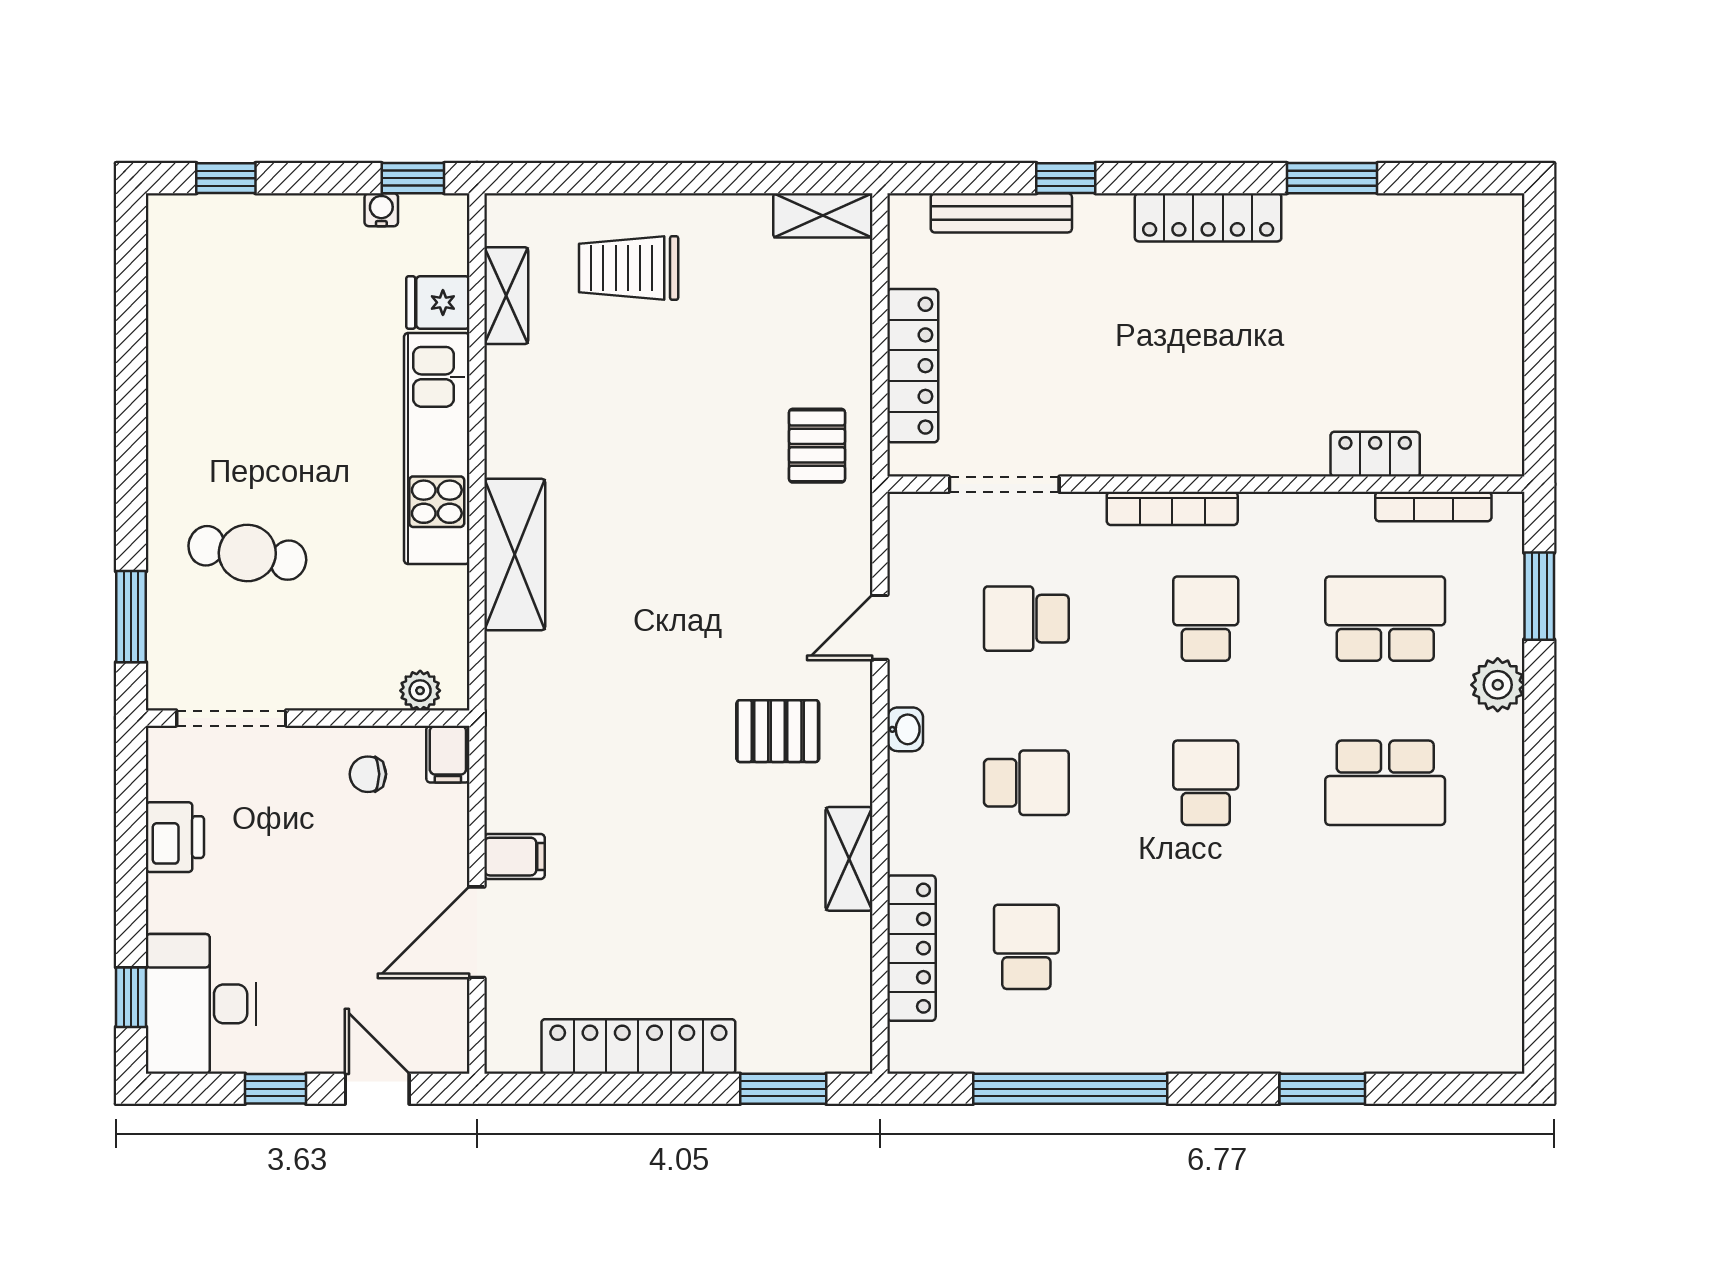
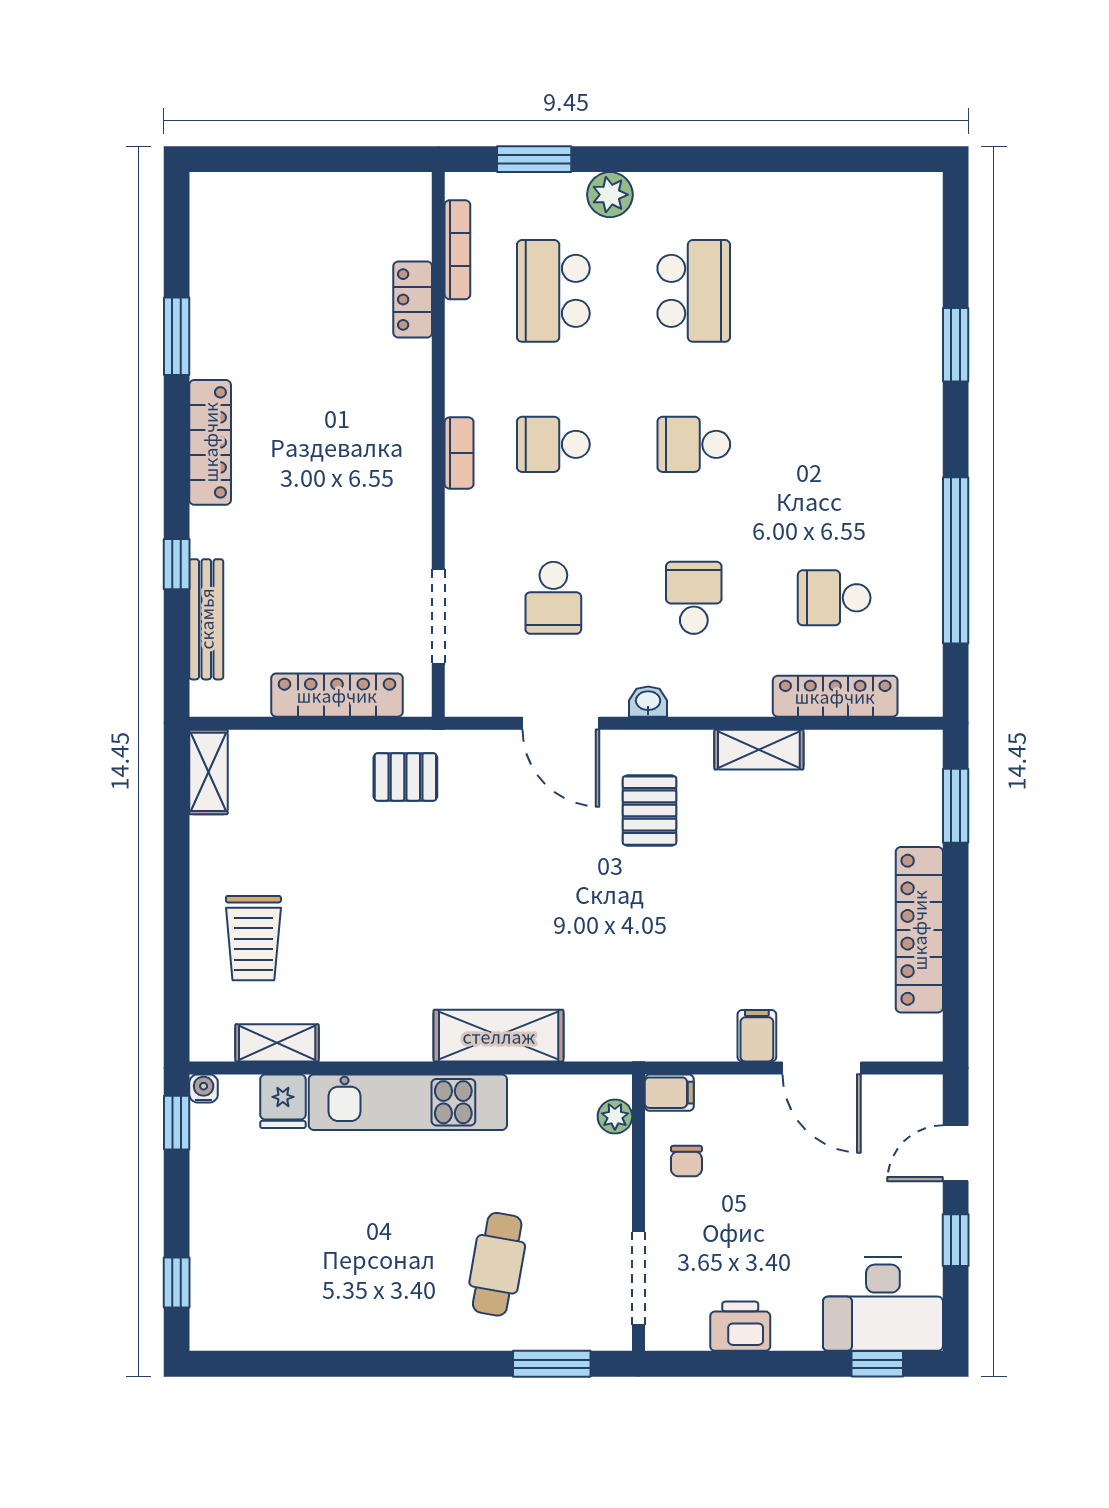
water cooler: (381, 210) -> (204, 1088), moved, turned 90
bookcase: (1172, 508) -> (459, 453), width x0.64
door: (880, 627) -> (561, 723), width x1.38

